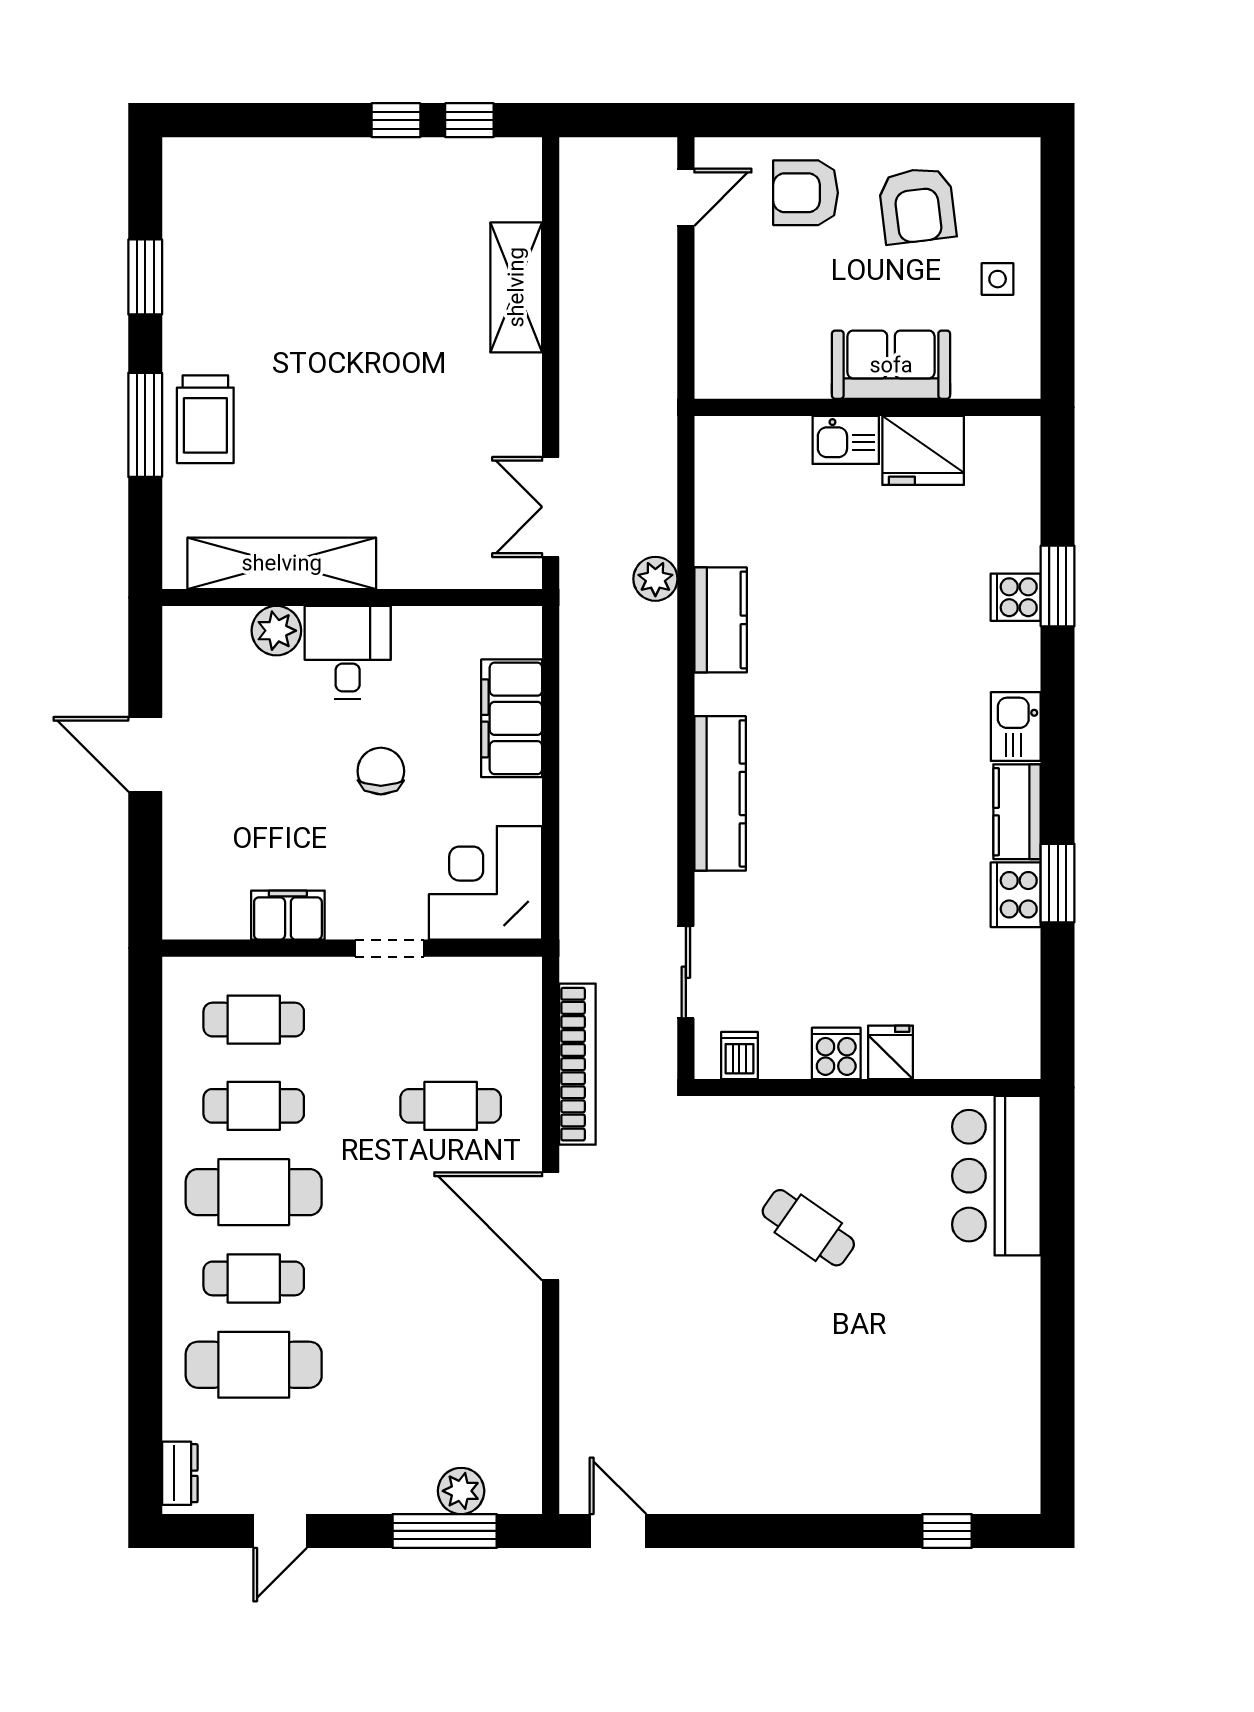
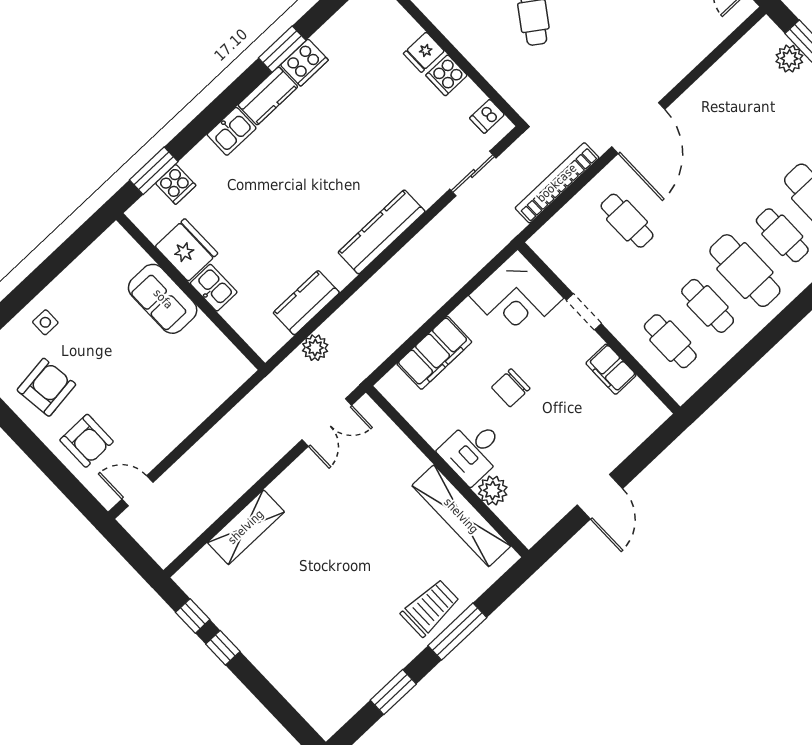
sofa: (891, 365) -> (163, 299), moved
wall: (867, 407) -> (191, 292), moved
kitchen sink: (846, 440) -> (214, 288), moved
fridge: (923, 450) -> (187, 250), moved

